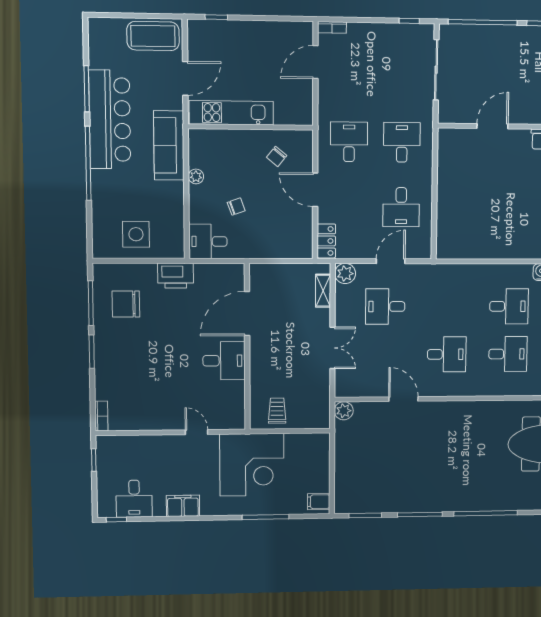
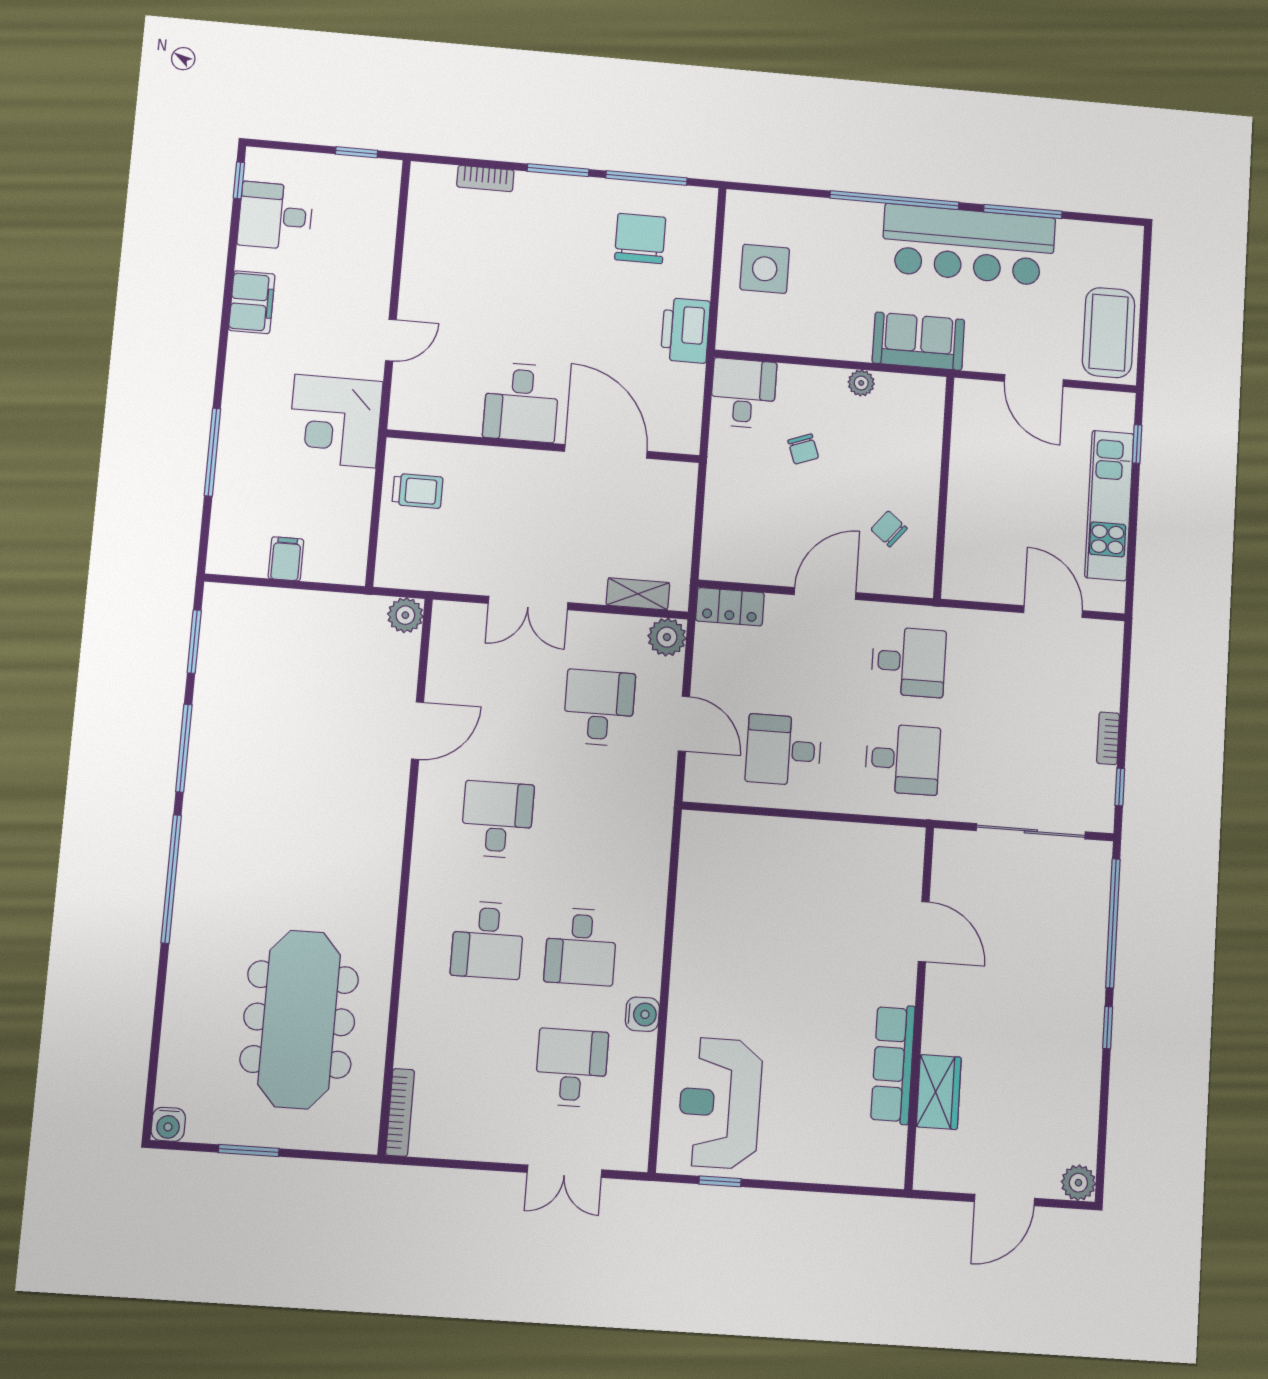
bookcase: (332, 27) -> (1108, 738), moved
kitchen unit: (231, 113) -> (1109, 505), moved, turned 180
sofa: (169, 145) -> (918, 341), width x0.73
desk: (447, 354) -> (497, 820), turned 180
bookcase: (101, 416) -> (485, 178), moved
corner desk: (252, 465) -> (335, 421), width x0.74, depth x0.74
filing cabinet: (319, 502) -> (286, 559), moved

